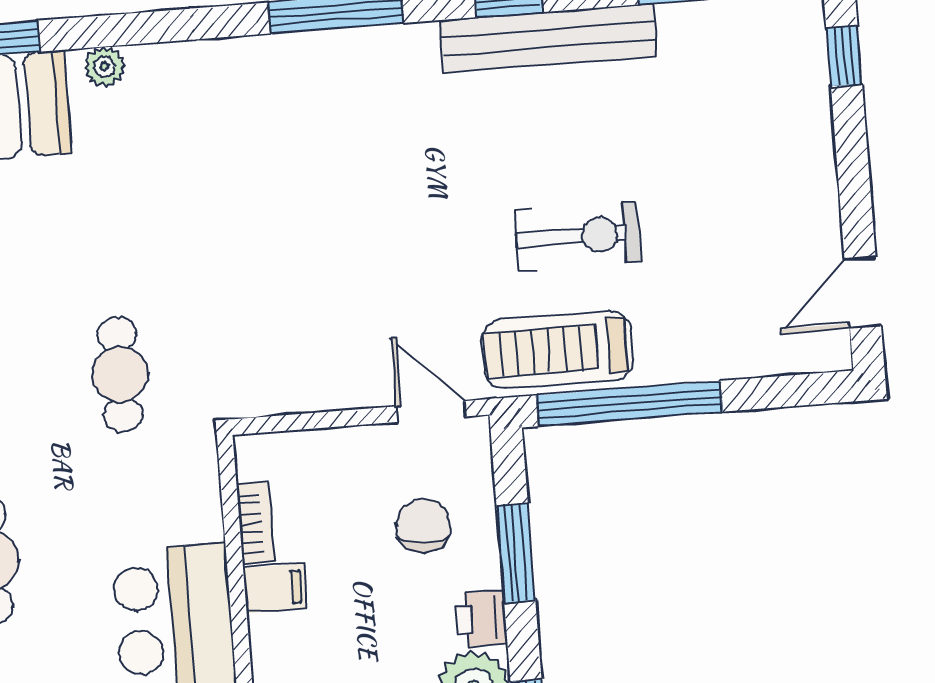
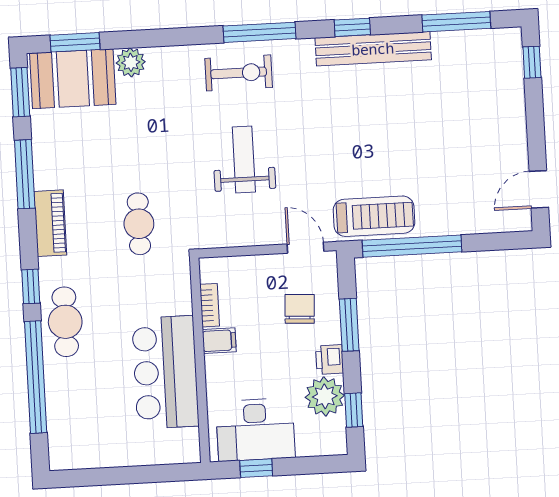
plant: (104, 67) -> (131, 62), width x1.38, depth x1.38
exercise bike: (578, 236) -> (239, 73), moved
weight bench: (312, 250) -> (244, 159), added
treadmill: (557, 350) -> (374, 216), turned 180

